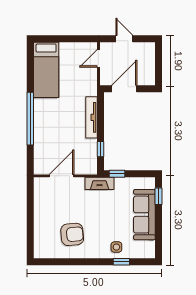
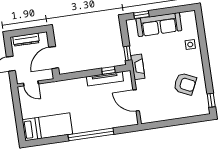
dresser: (149, 60) -> (26, 40), added
door: (124, 89) -> (54, 58), hinge flipped
tv unit: (91, 117) -> (105, 79), moved
armchair: (72, 234) -> (185, 84), turned 120
window: (121, 262) -> (211, 100), moved

